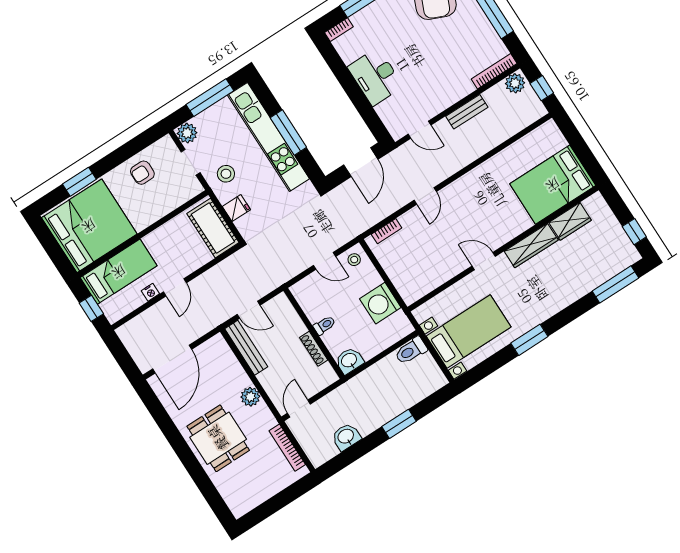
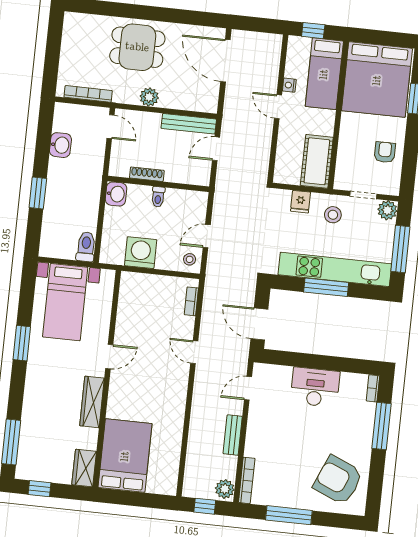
wardrobe: (570, 221) -> (84, 468), moved
cot: (213, 228) -> (317, 161), moved, turned 90

